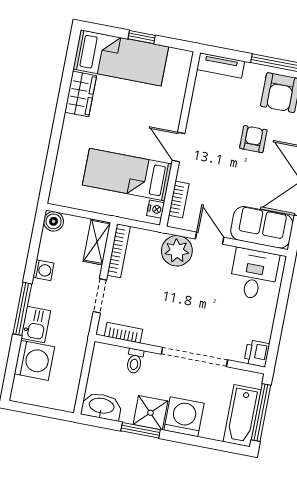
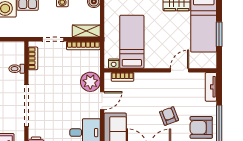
window: (142, 37) -> (219, 34), width x1.50
armchair: (253, 139) -> (169, 116), turned -111
door: (179, 147) -> (180, 70), moved

